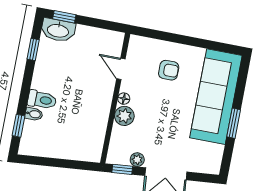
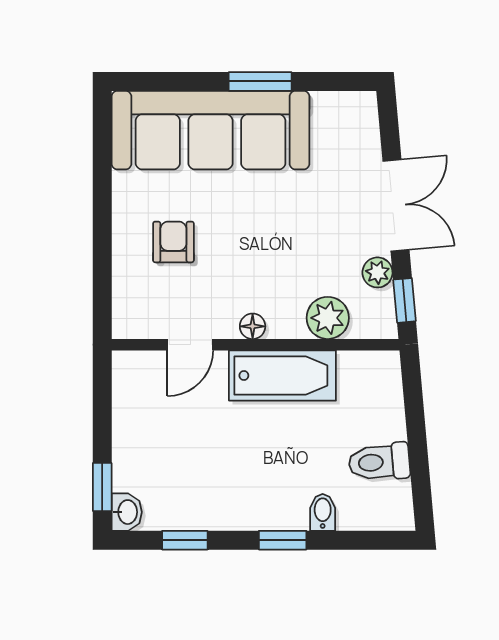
washbasin: (58, 30) -> (127, 512), width x0.52, depth x0.69
toilet: (42, 100) -> (379, 462), moved, turned -95
bathtub: (99, 108) -> (282, 376), added
plant: (124, 116) -> (328, 318), moved
window: (18, 126) -> (283, 540), moved

